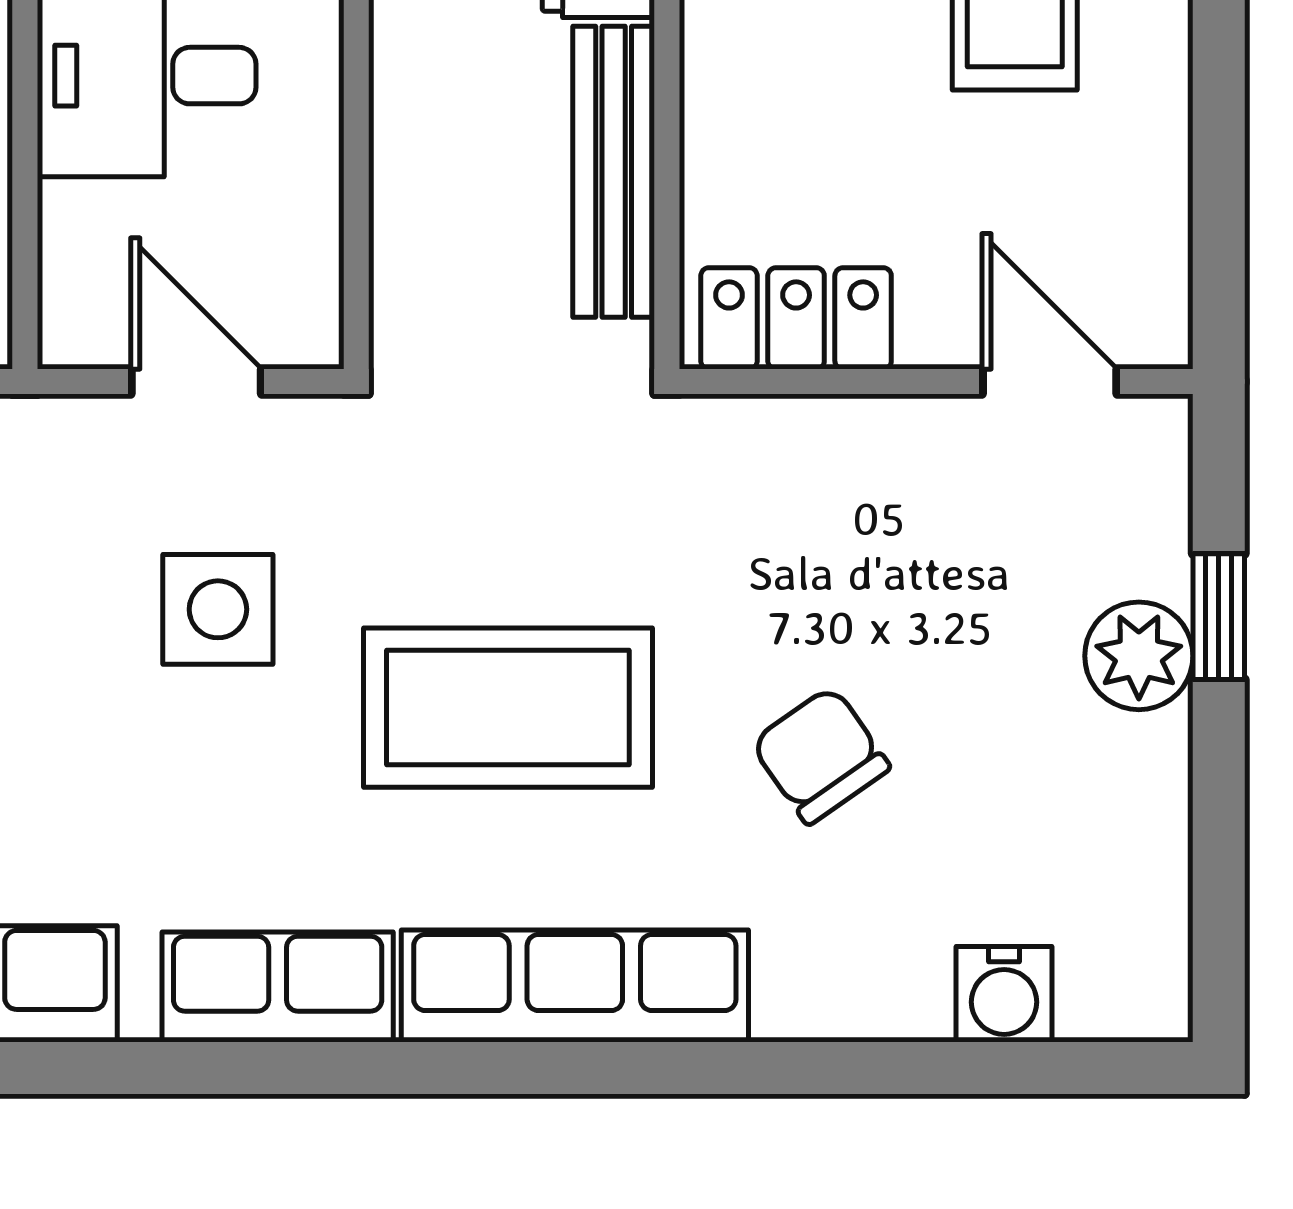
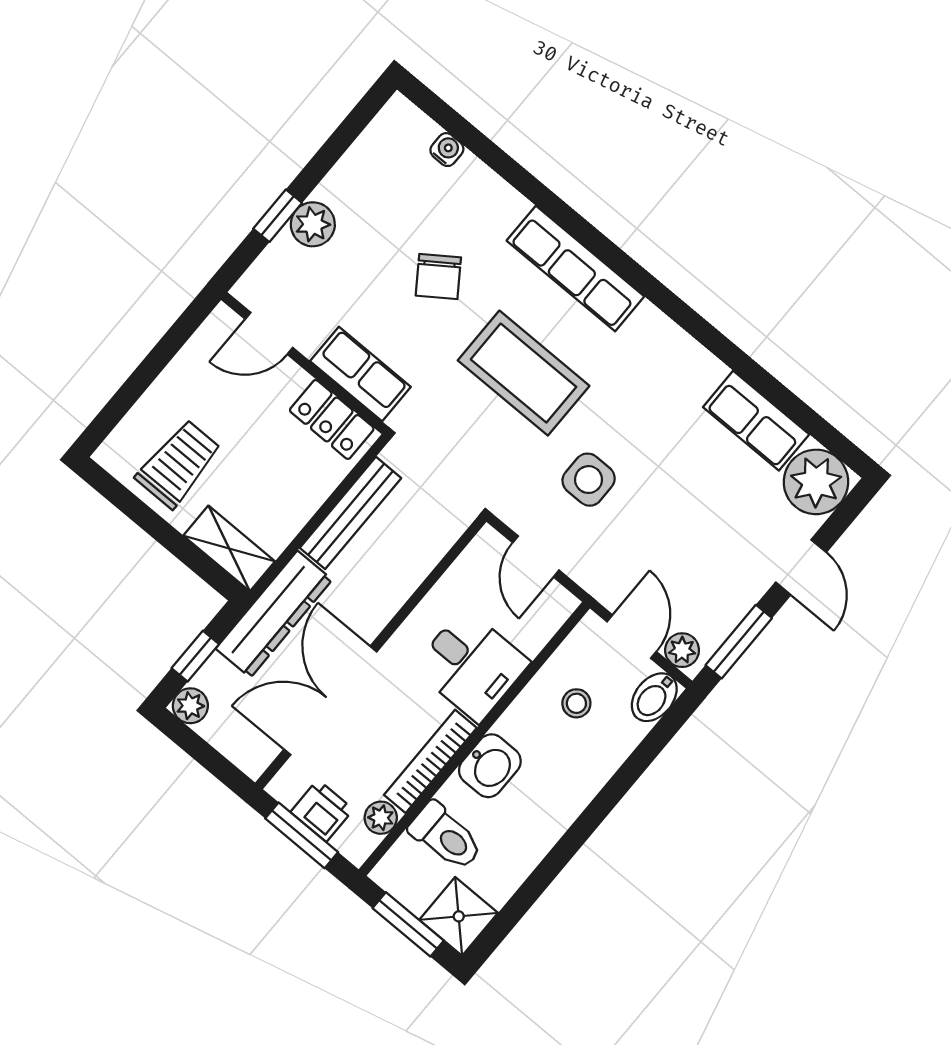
door: (1050, 382) -> (269, 333), hinge flipped
row of seats: (278, 987) -> (360, 374), moved, turned 180
water cooler: (1004, 994) -> (447, 150), width x0.72, depth x0.72

